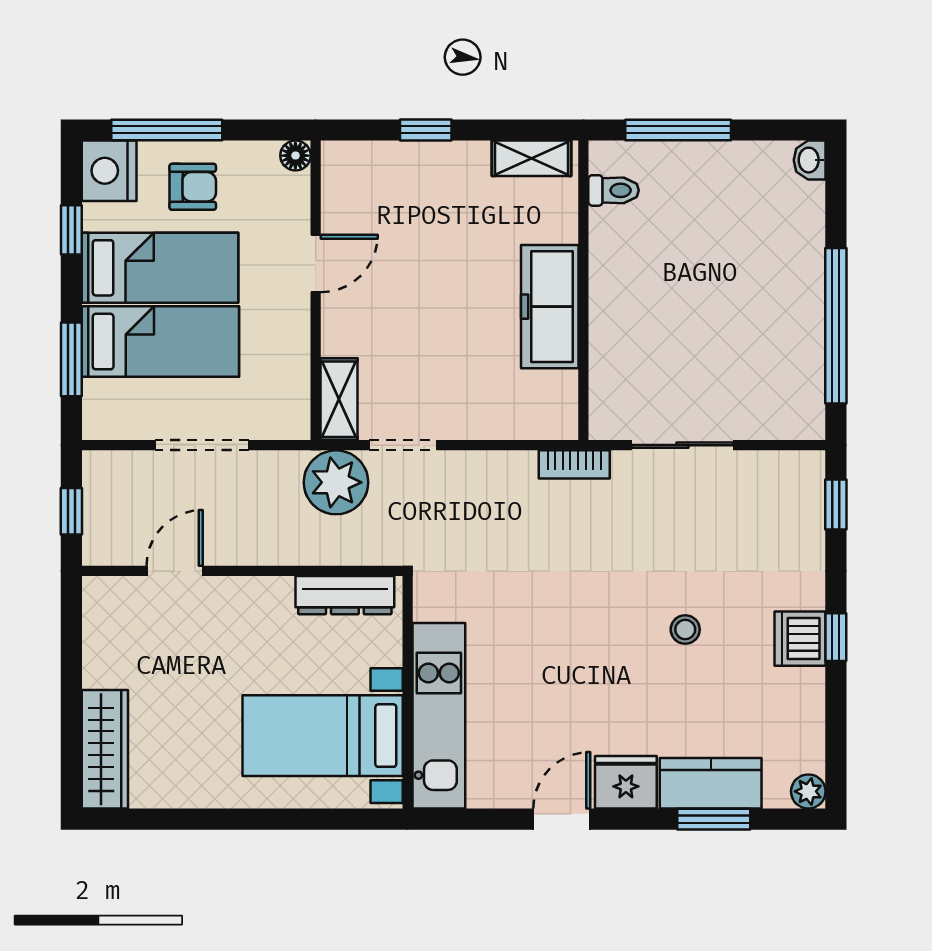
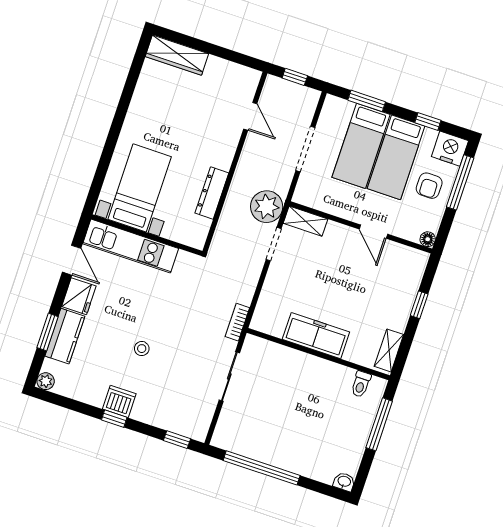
wall: (408, 692) -> (147, 235), moved
kitchen unit: (439, 716) -> (131, 246), moved
bed with nightstands: (323, 736) -> (140, 188), moved

